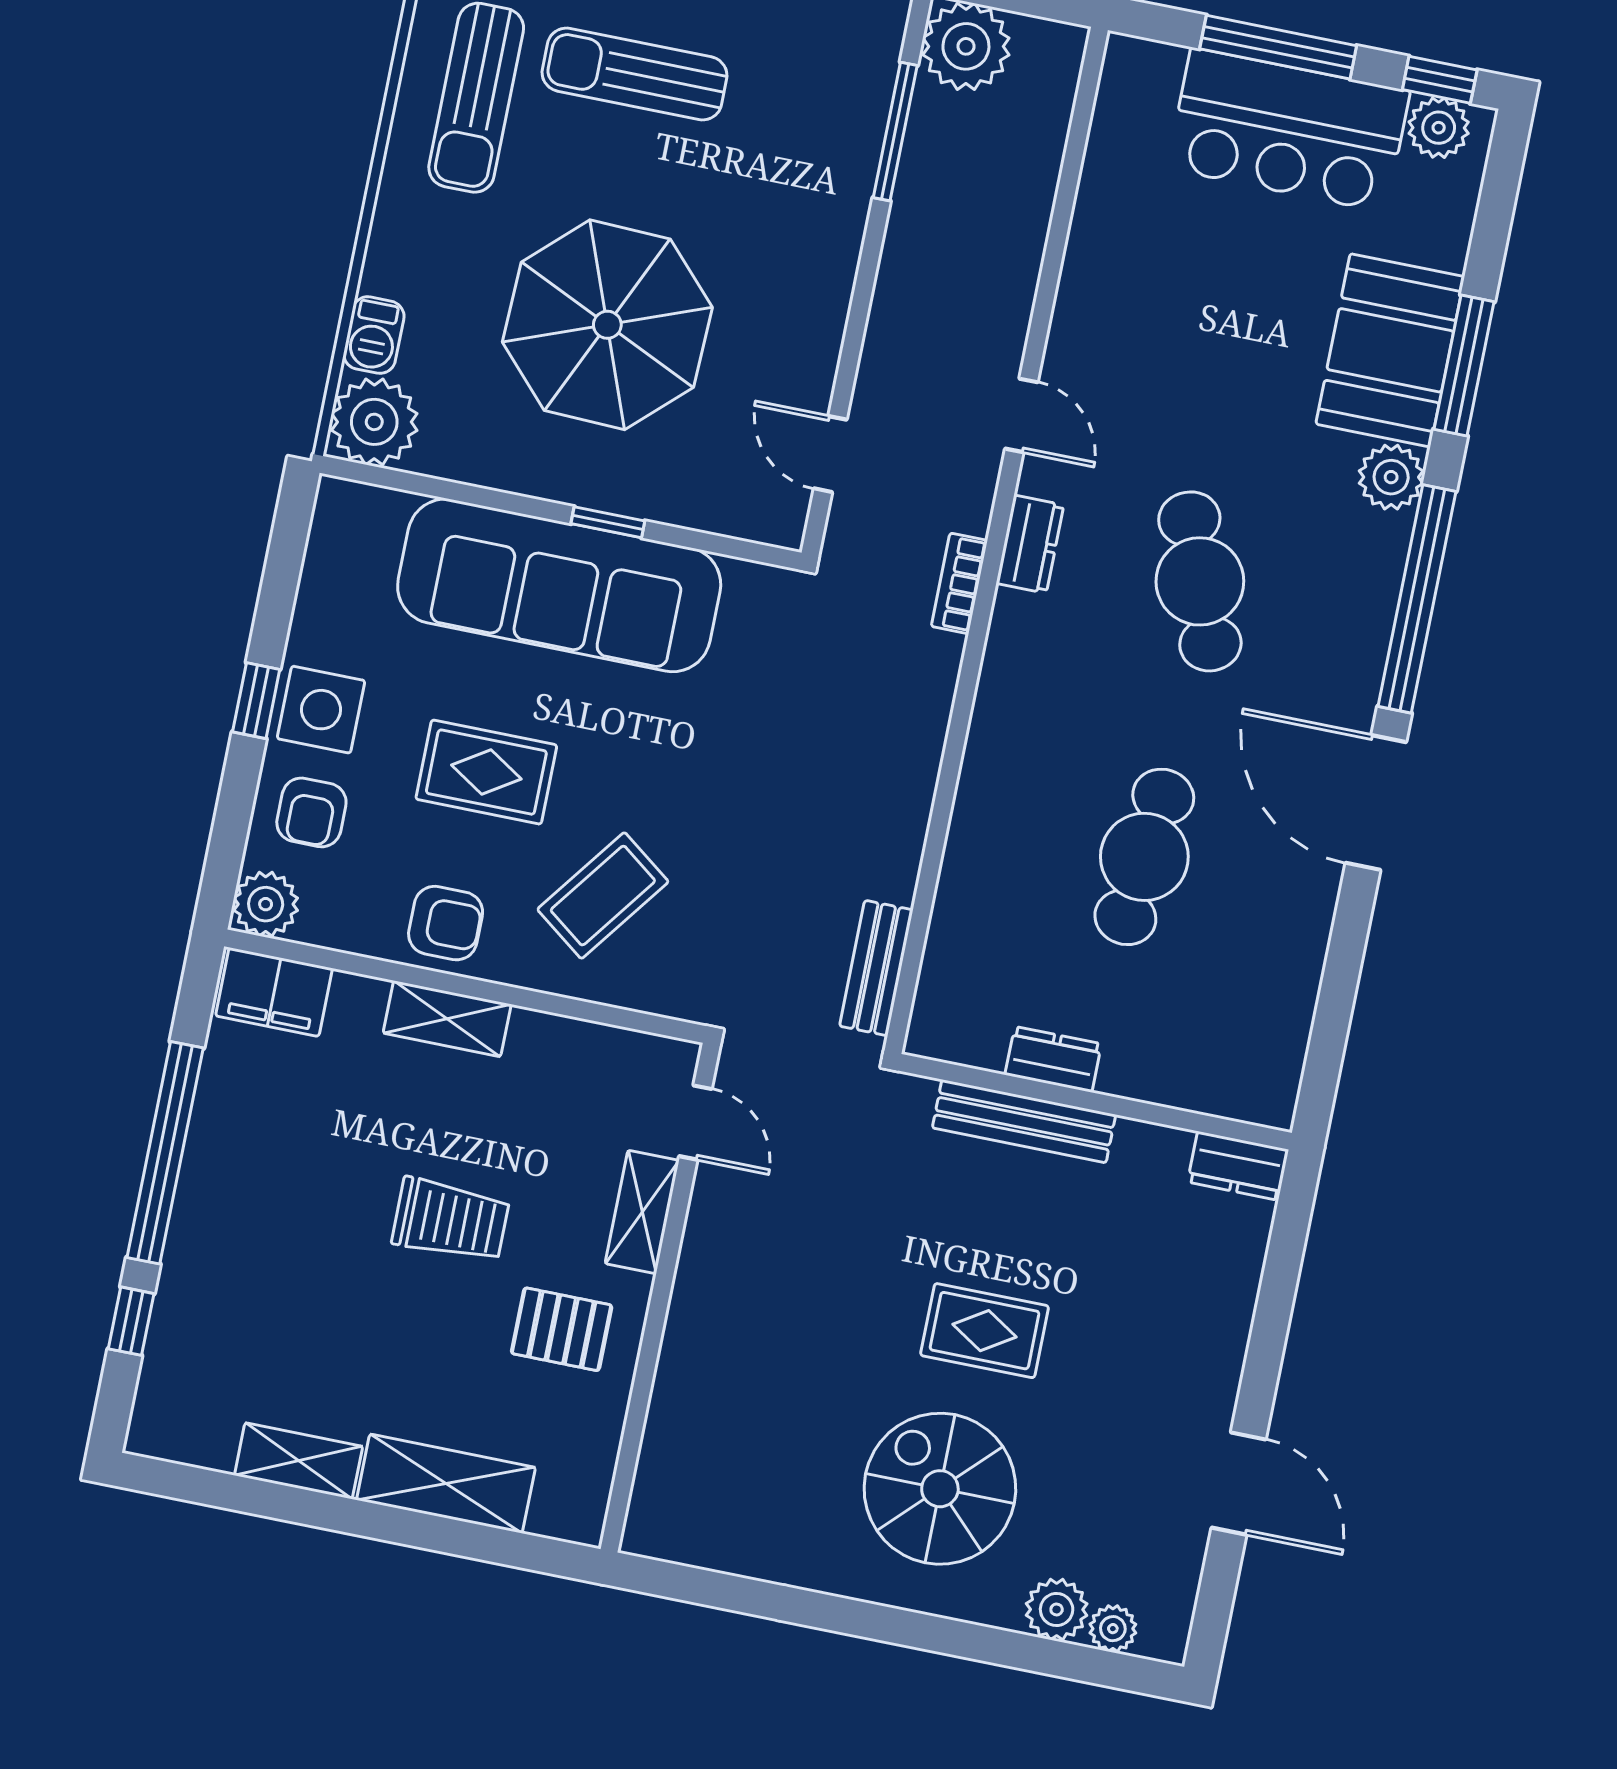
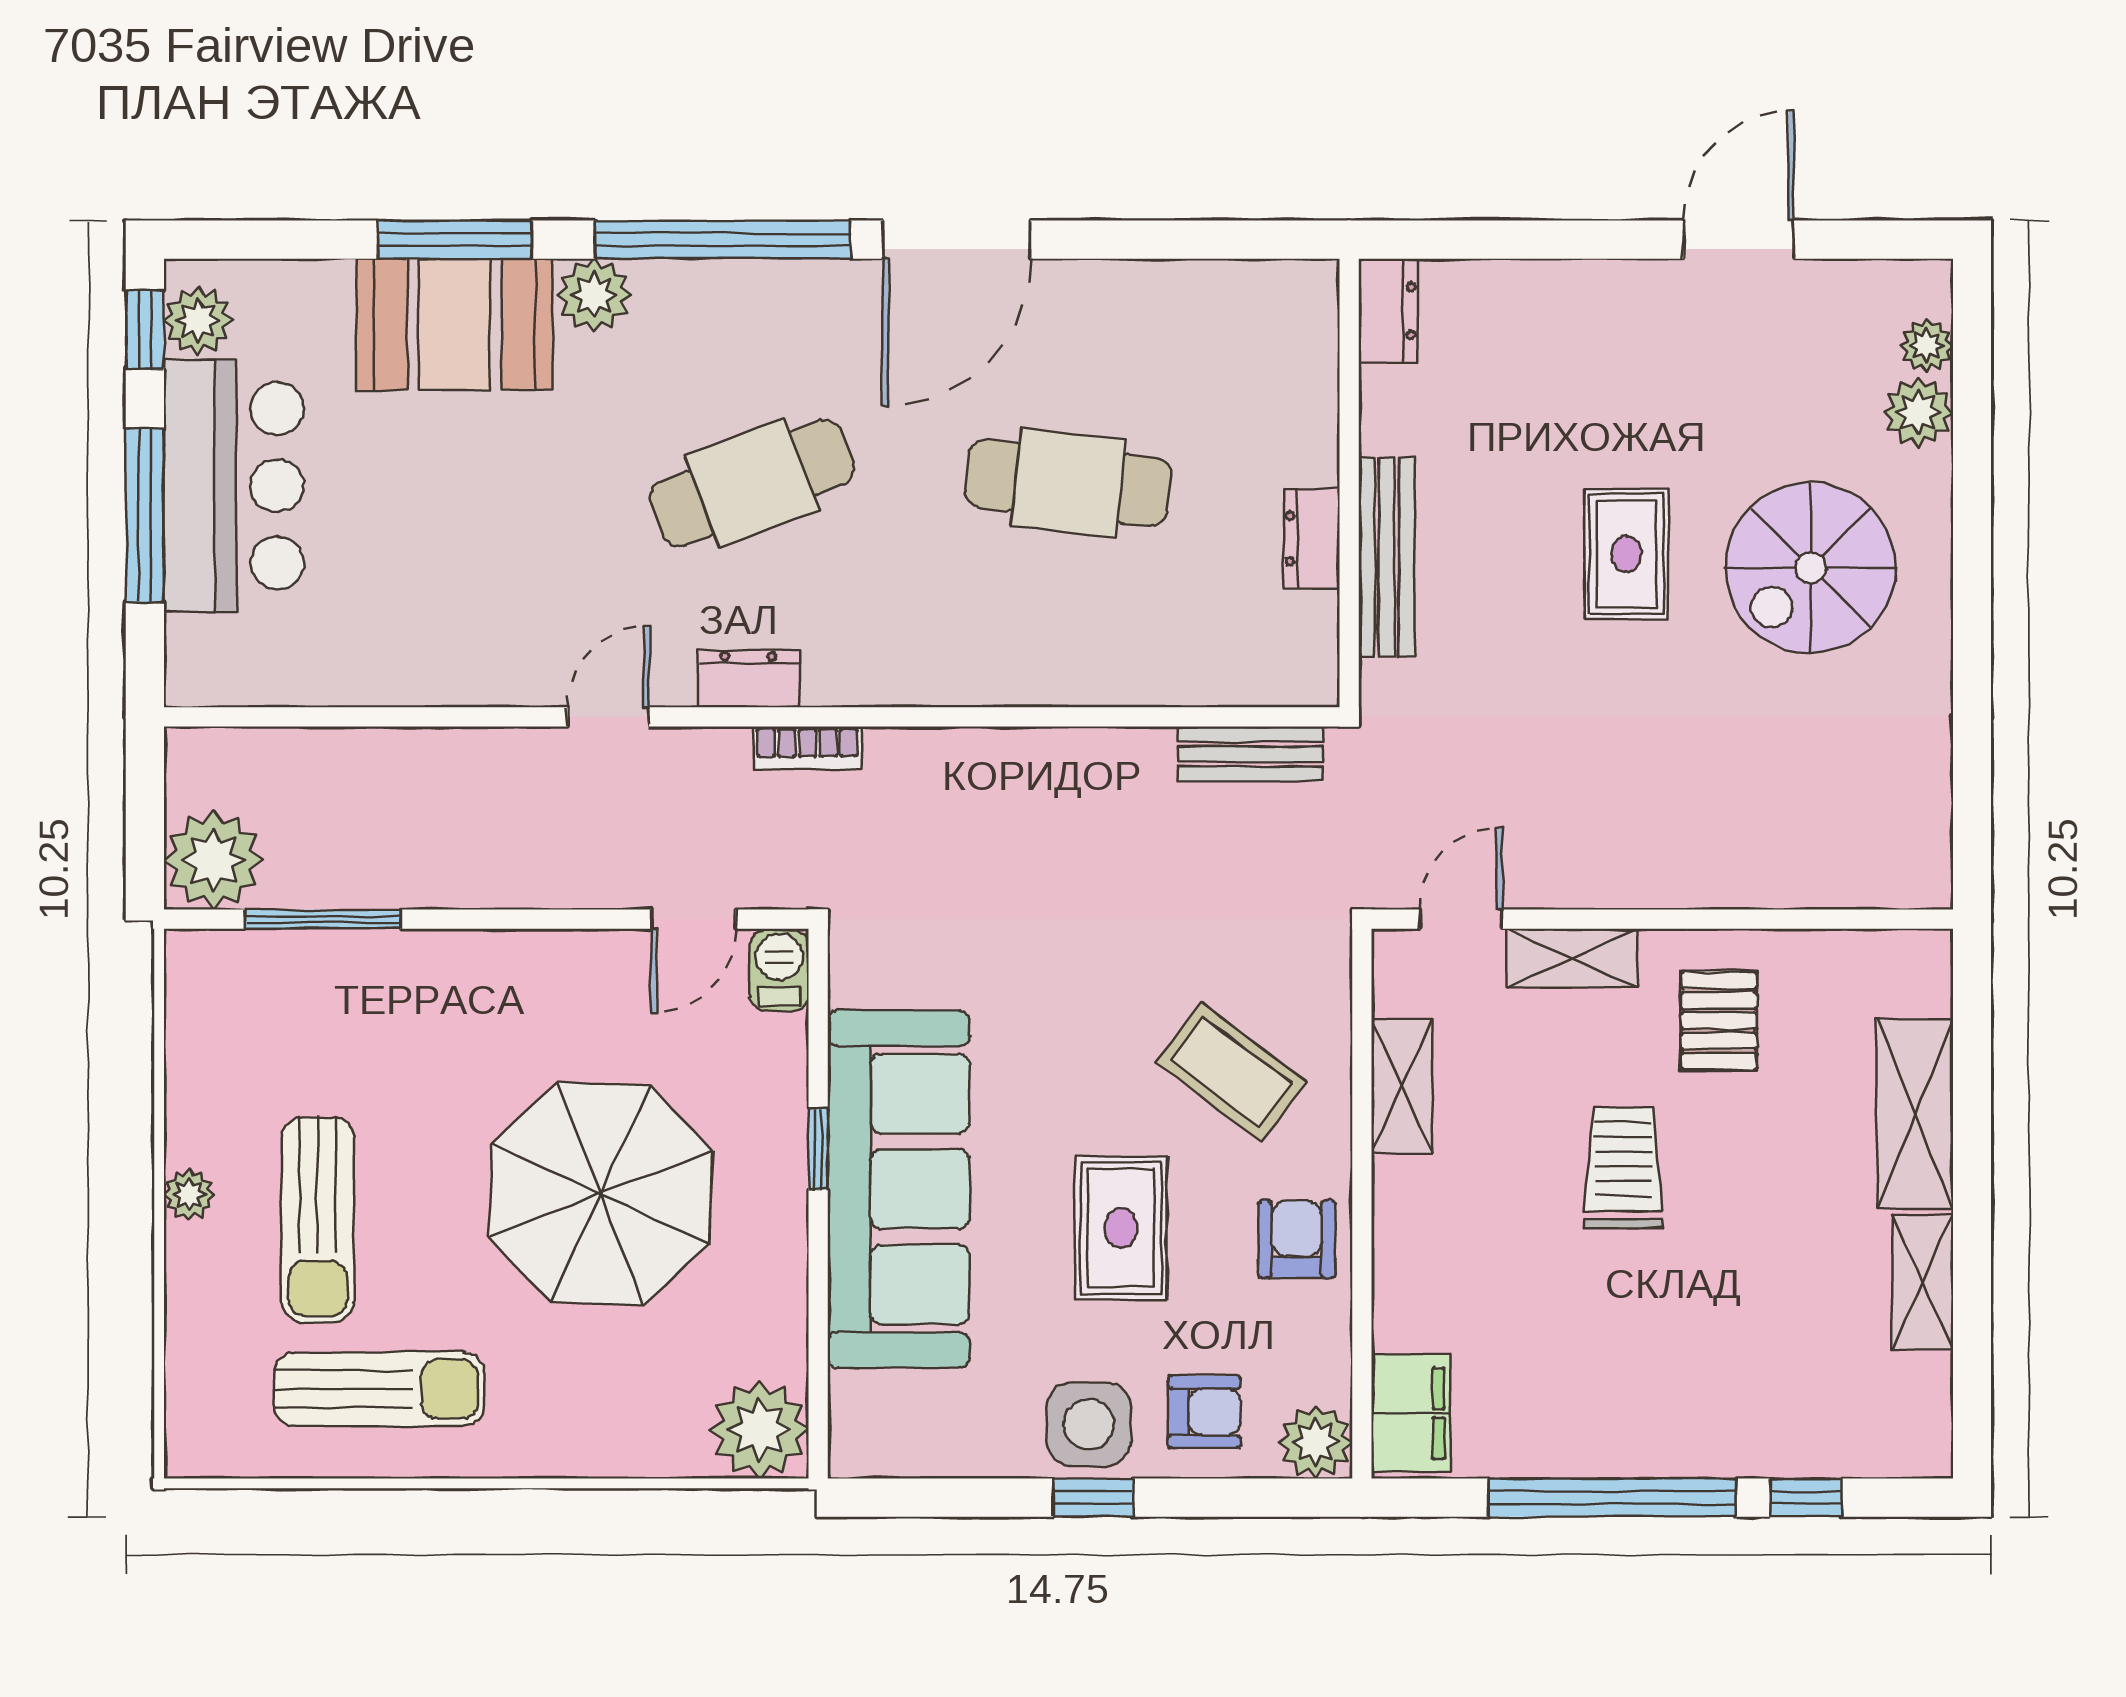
barbecue: (374, 335) -> (779, 970), moved, turned -90
shelving: (447, 1019) -> (1402, 1086), moved

